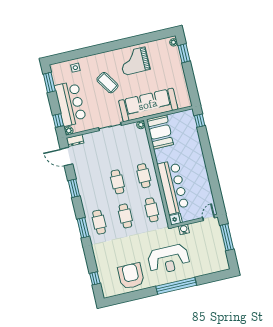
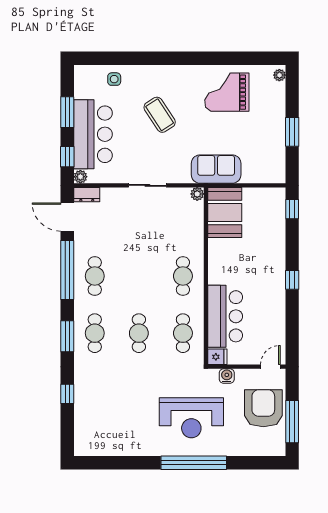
window: (184, 53) -> (292, 132), moved
grand piano: (134, 61) -> (227, 92), moved
window: (49, 83) -> (67, 112), moved
sofa: (148, 105) -> (216, 169), width x0.54, depth x0.79
window: (210, 163) -> (292, 280), added
cafe table: (117, 182) -> (95, 276), moved
bar counter: (173, 187) -> (225, 316), width x0.73
window: (74, 188) -> (67, 270), width x2.11
window: (227, 237) -> (292, 422), moved
armchair: (131, 276) -> (263, 408), moved
window: (95, 278) -> (67, 394), moved

